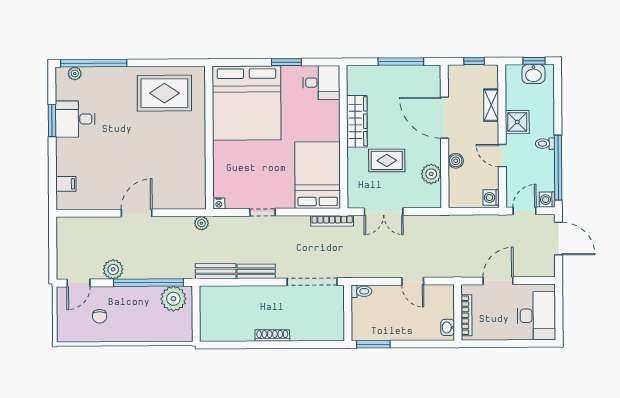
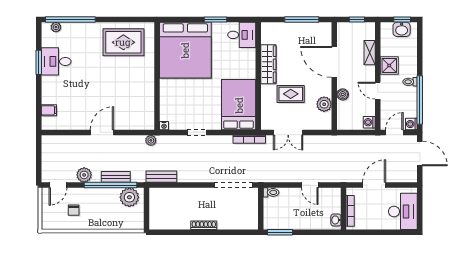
bench: (256, 271) -> (116, 177), moved

